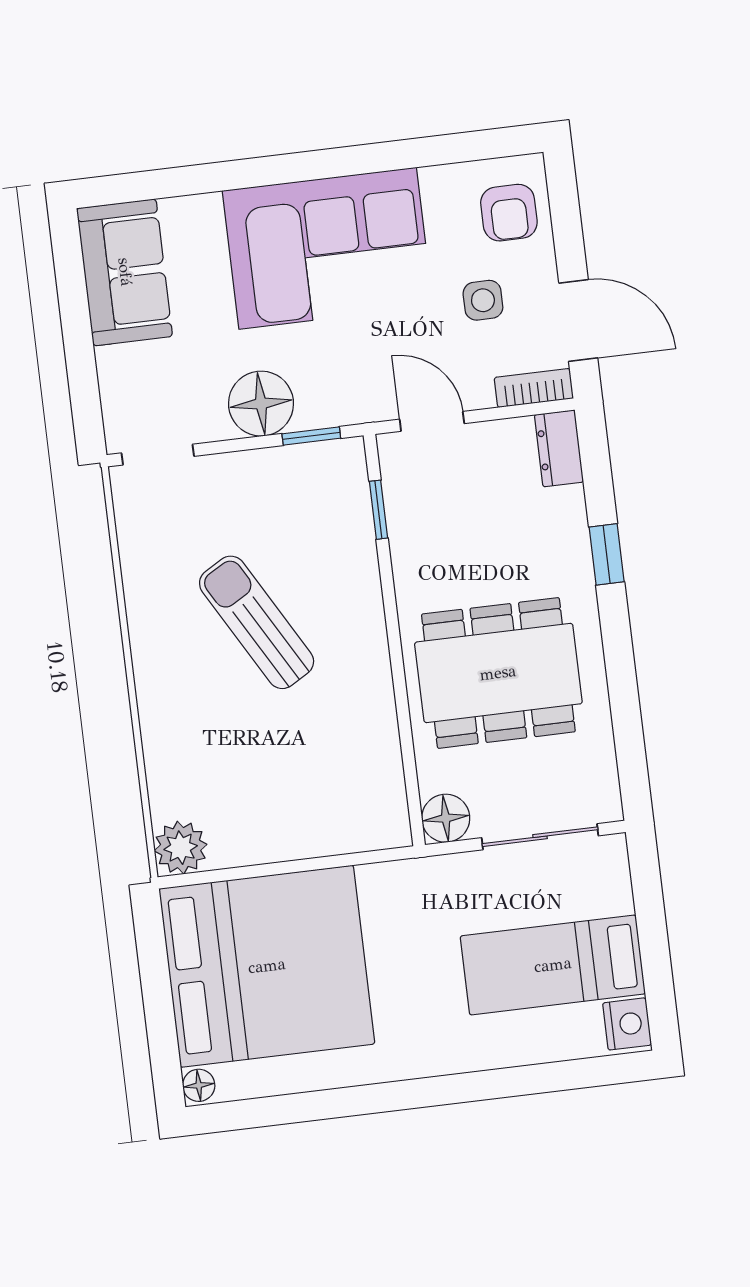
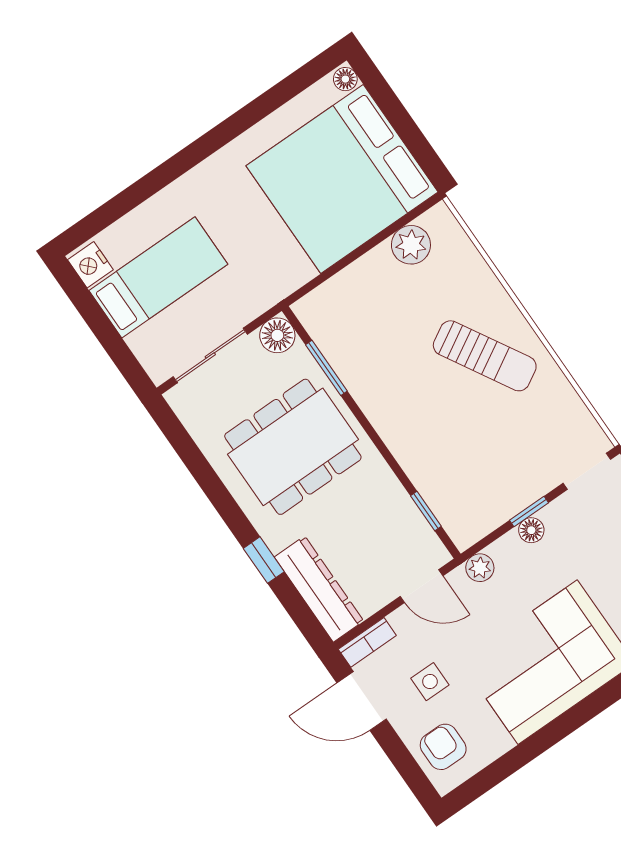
floor lamp: (261, 404) -> (531, 530), width x0.53, depth x0.53
plant: (349, 406) -> (480, 568), added
window: (311, 436) -> (529, 511), moved
dresser: (559, 448) -> (319, 589), width x1.96, depth x1.24
sun lounger: (257, 622) -> (485, 356), moved
window: (407, 747) -> (326, 368), added
plant: (181, 848) -> (411, 245), moved

